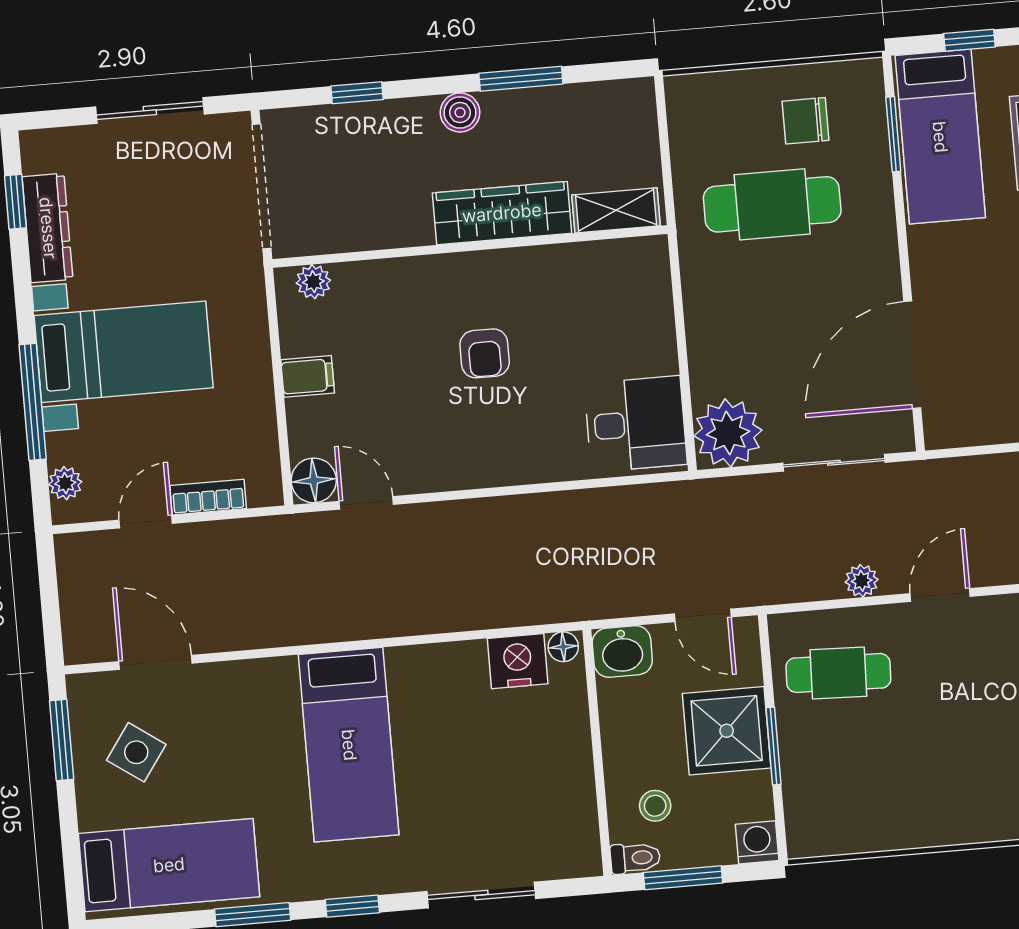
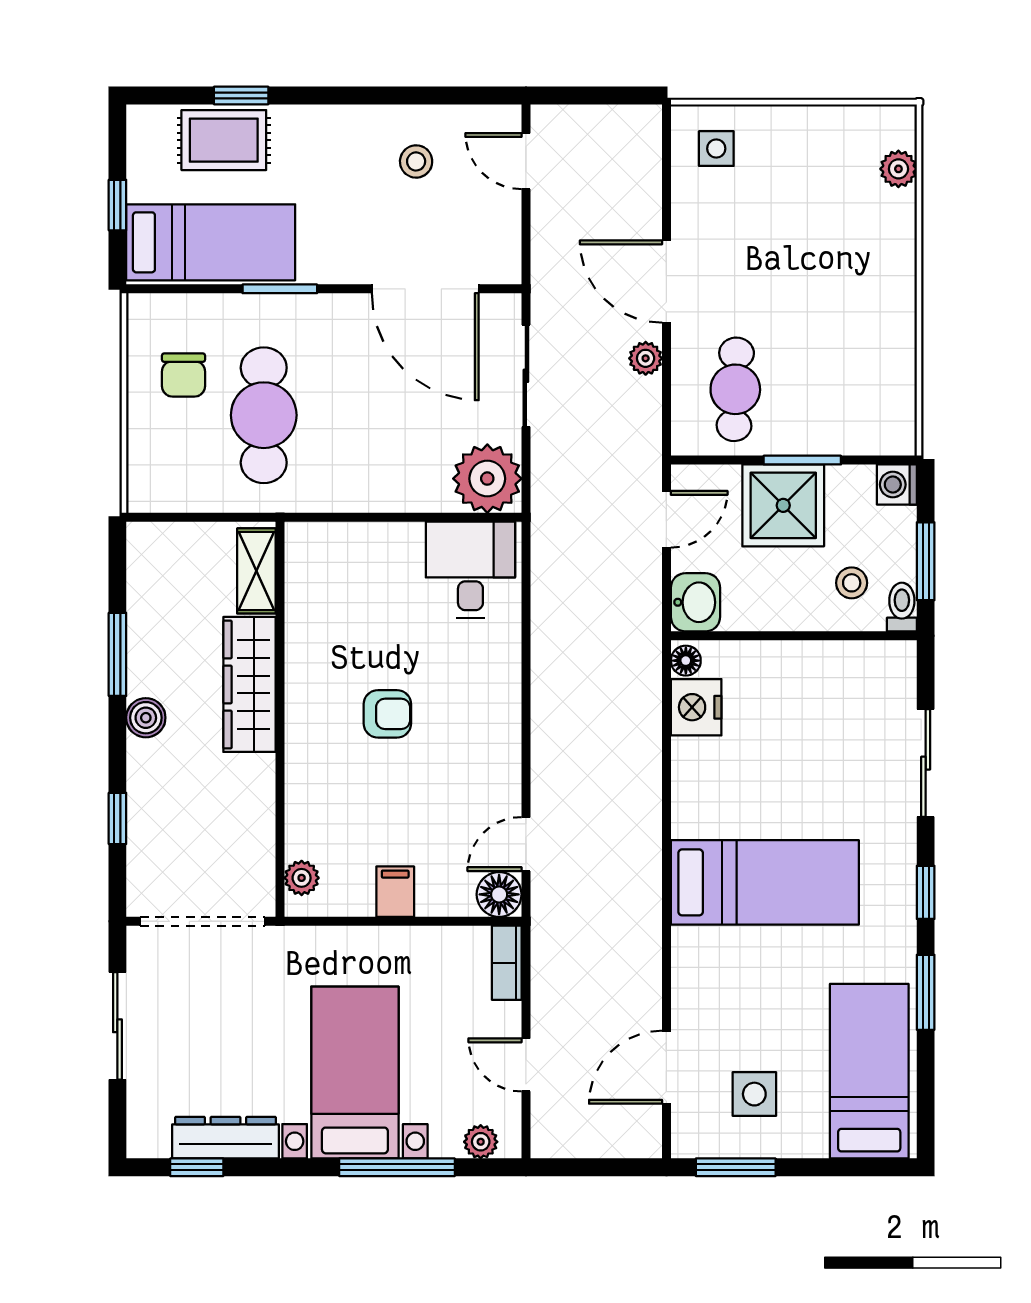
window: (893, 134) -> (280, 289), moved
bookcase: (208, 497) -> (507, 963), moved
door: (940, 595) -> (666, 282), width x1.38
side table: (136, 752) -> (754, 1094), turned -35

